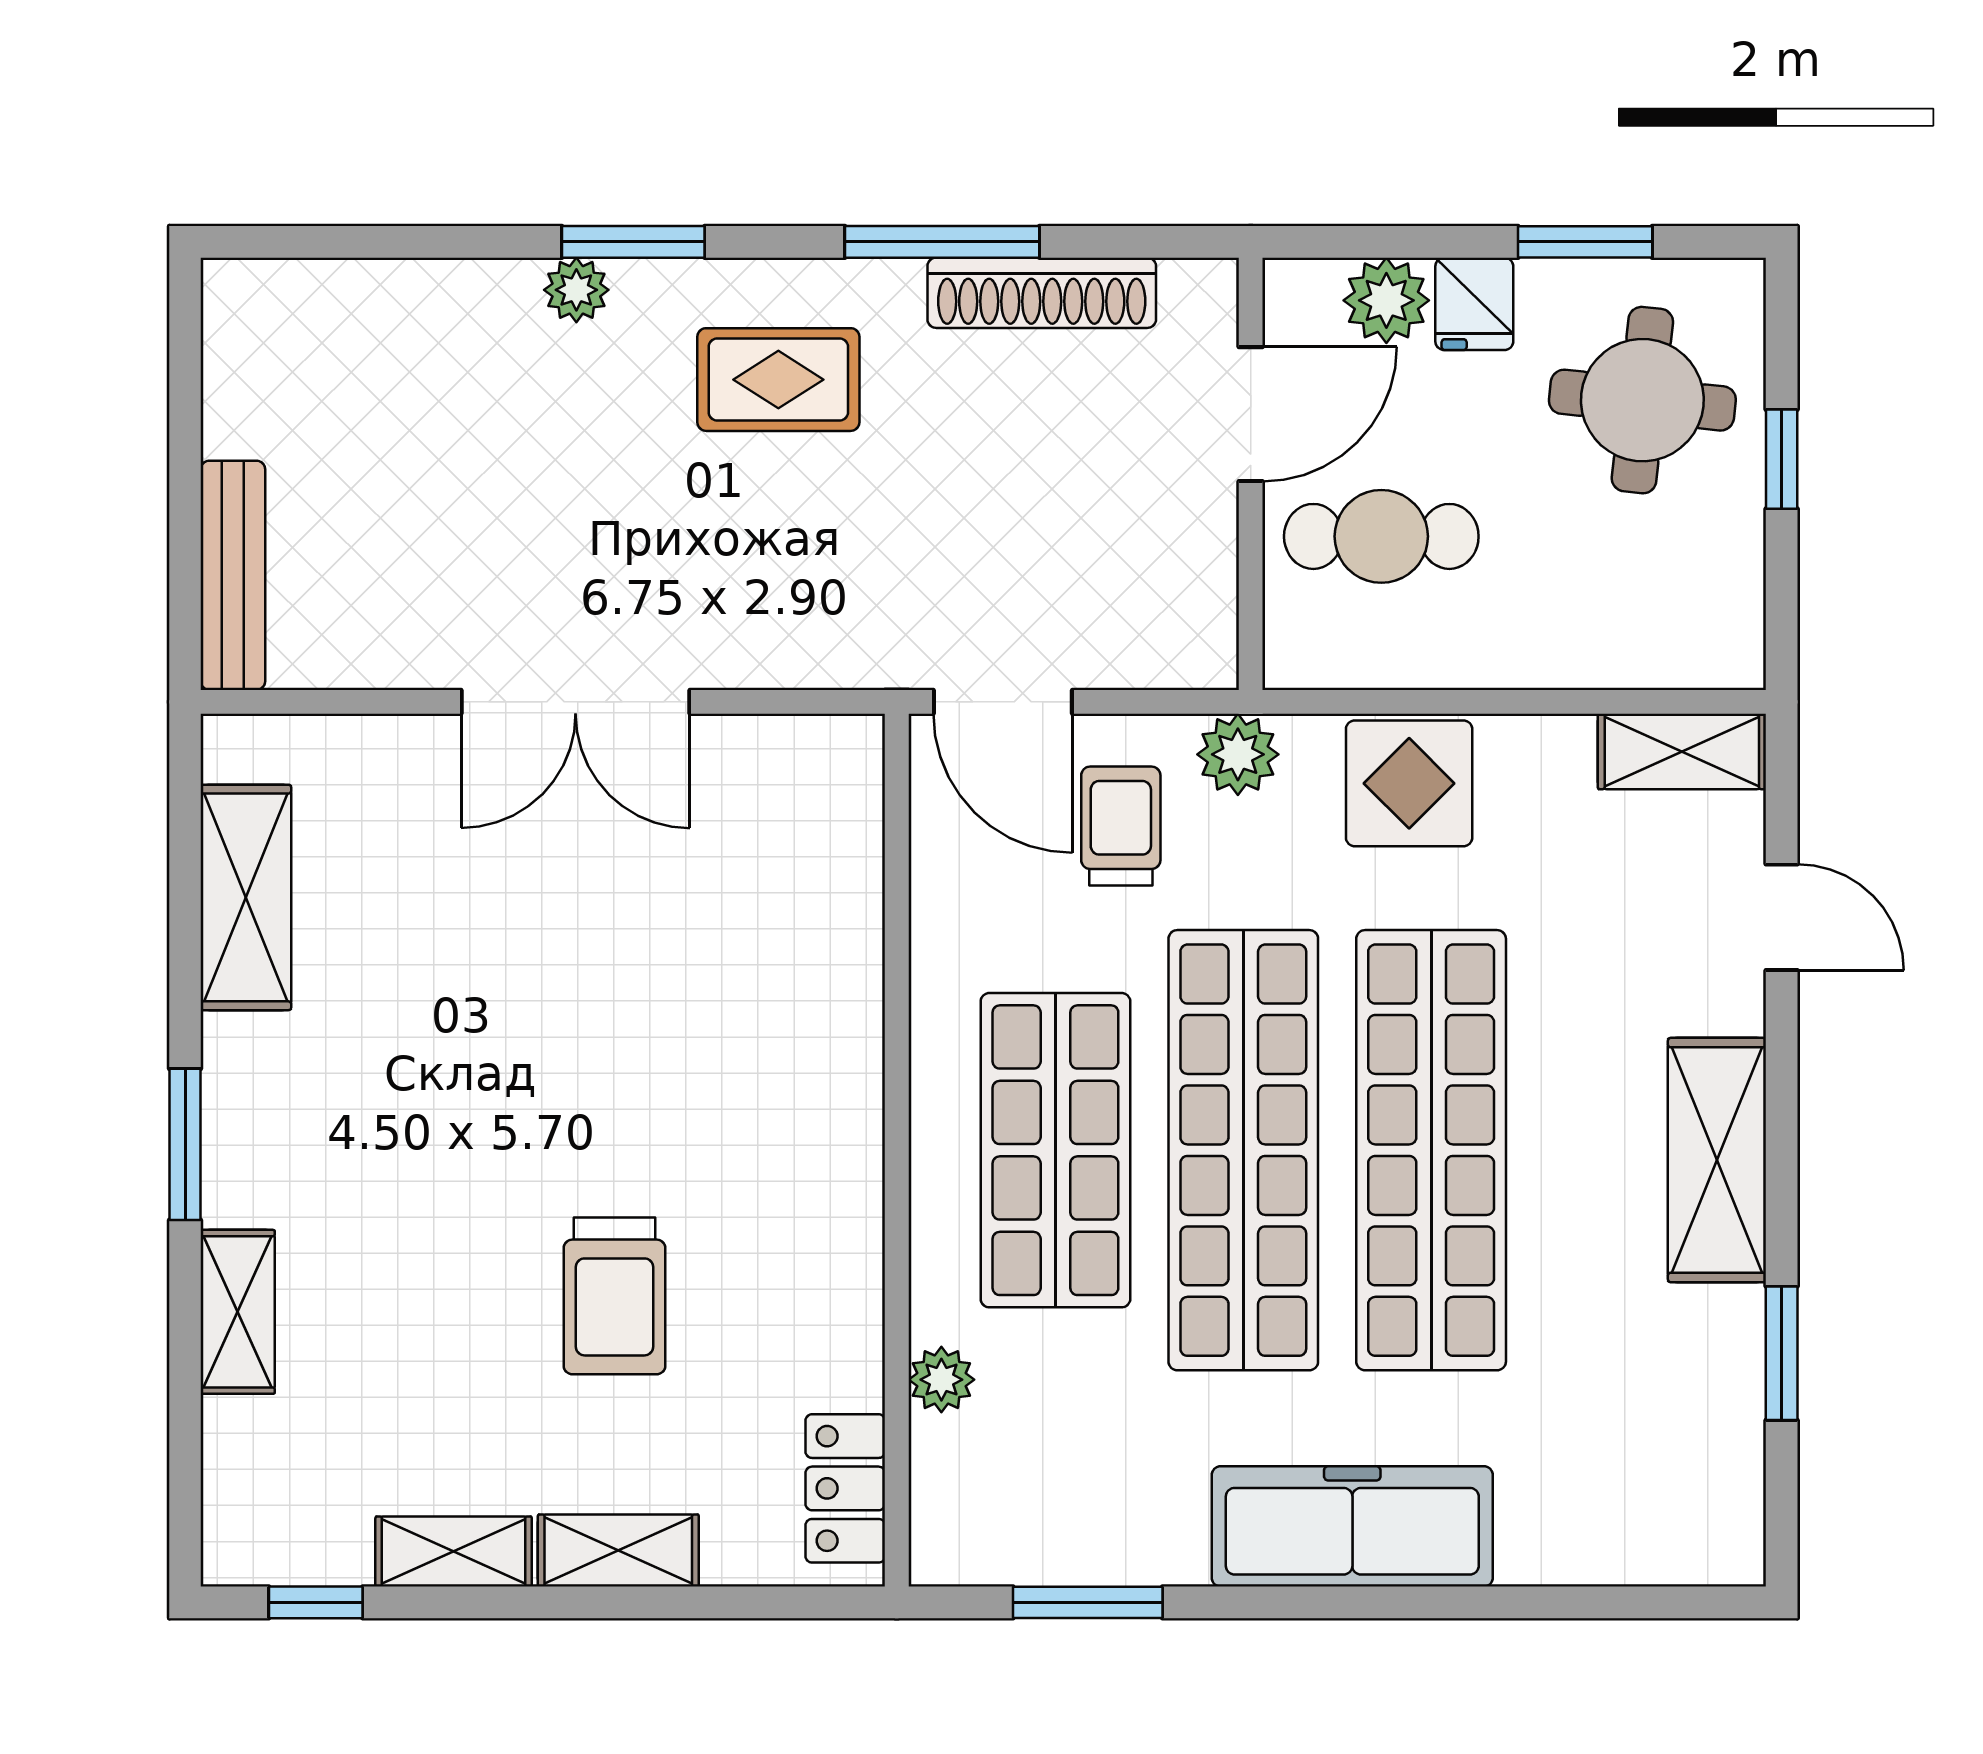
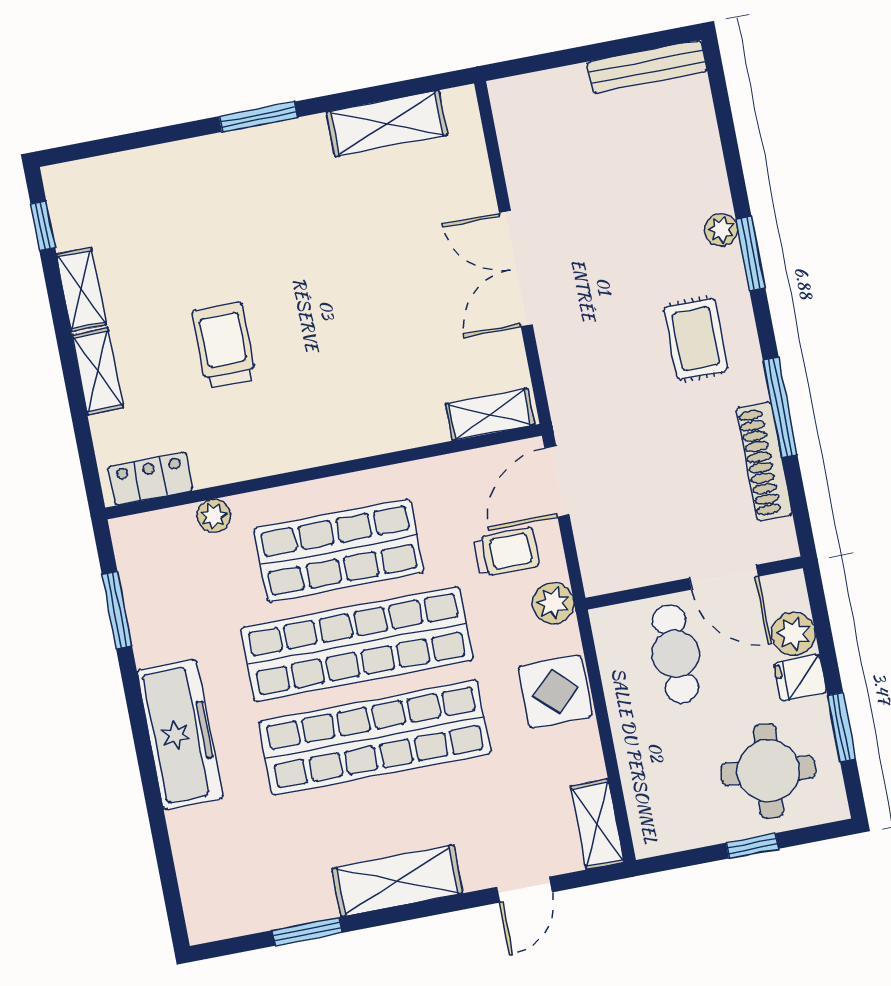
bench: (233, 575) -> (647, 67), moved
trolley: (614, 1296) -> (224, 345), turned 90
shelving: (238, 1312) -> (490, 414), moved

